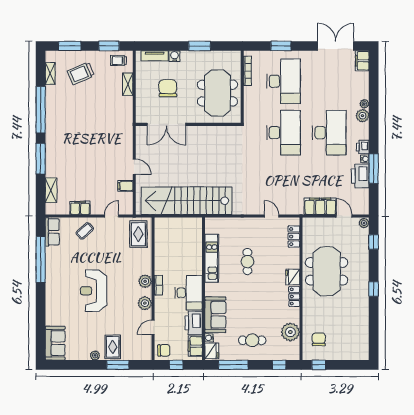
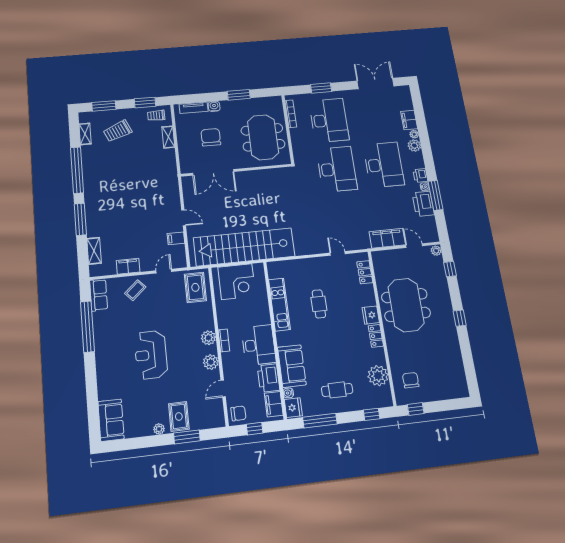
filing cabinet: (362, 61) -> (409, 120), moved
corner desk: (176, 233) -> (237, 282), added

